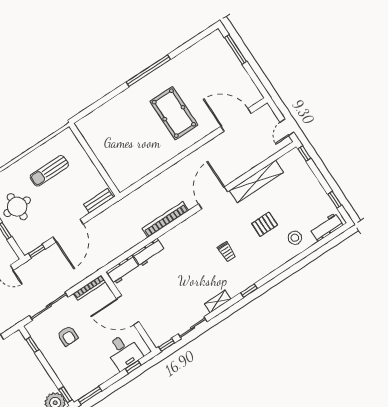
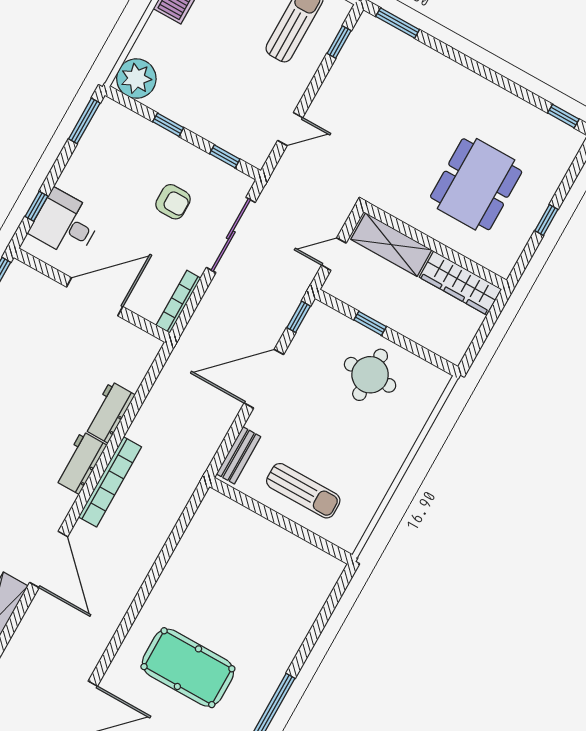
sun lounger: (49, 171) -> (303, 491), moved, turned 90
door: (68, 231) -> (264, 379), hinge flipped
workbench: (123, 270) -> (80, 463), moved
armchair: (68, 336) -> (173, 202), turned 180
window: (65, 395) -> (168, 125), moved

